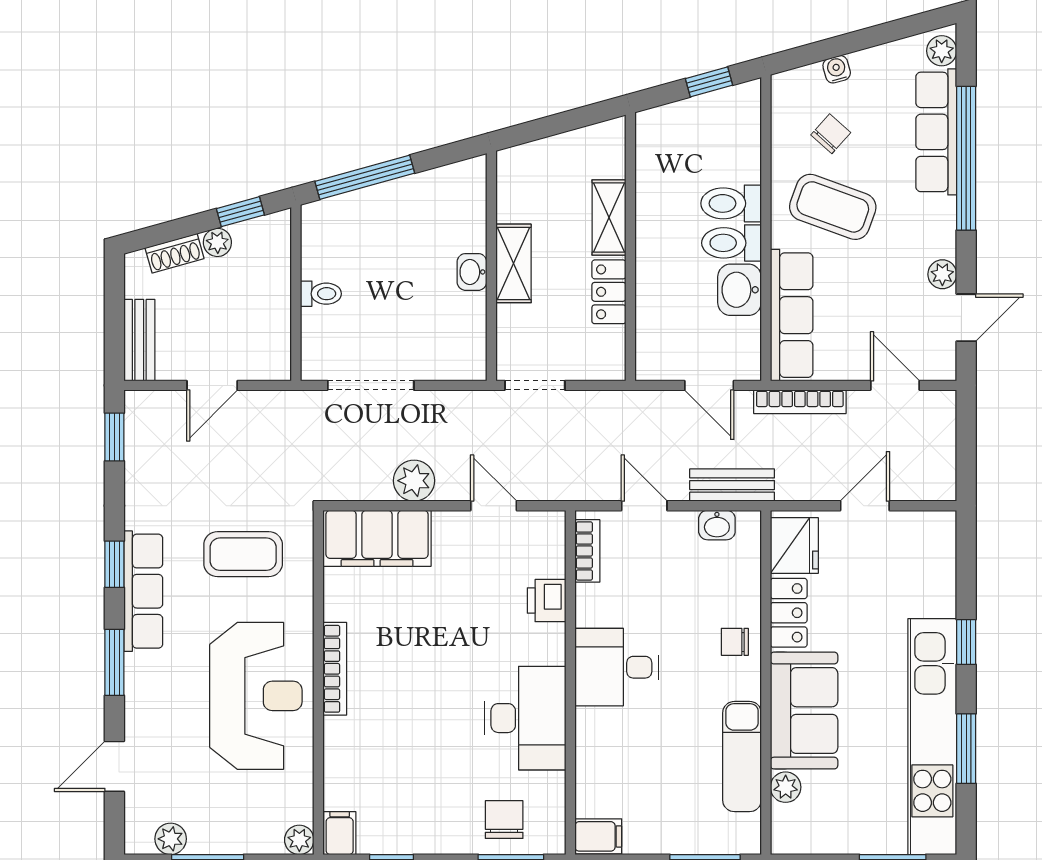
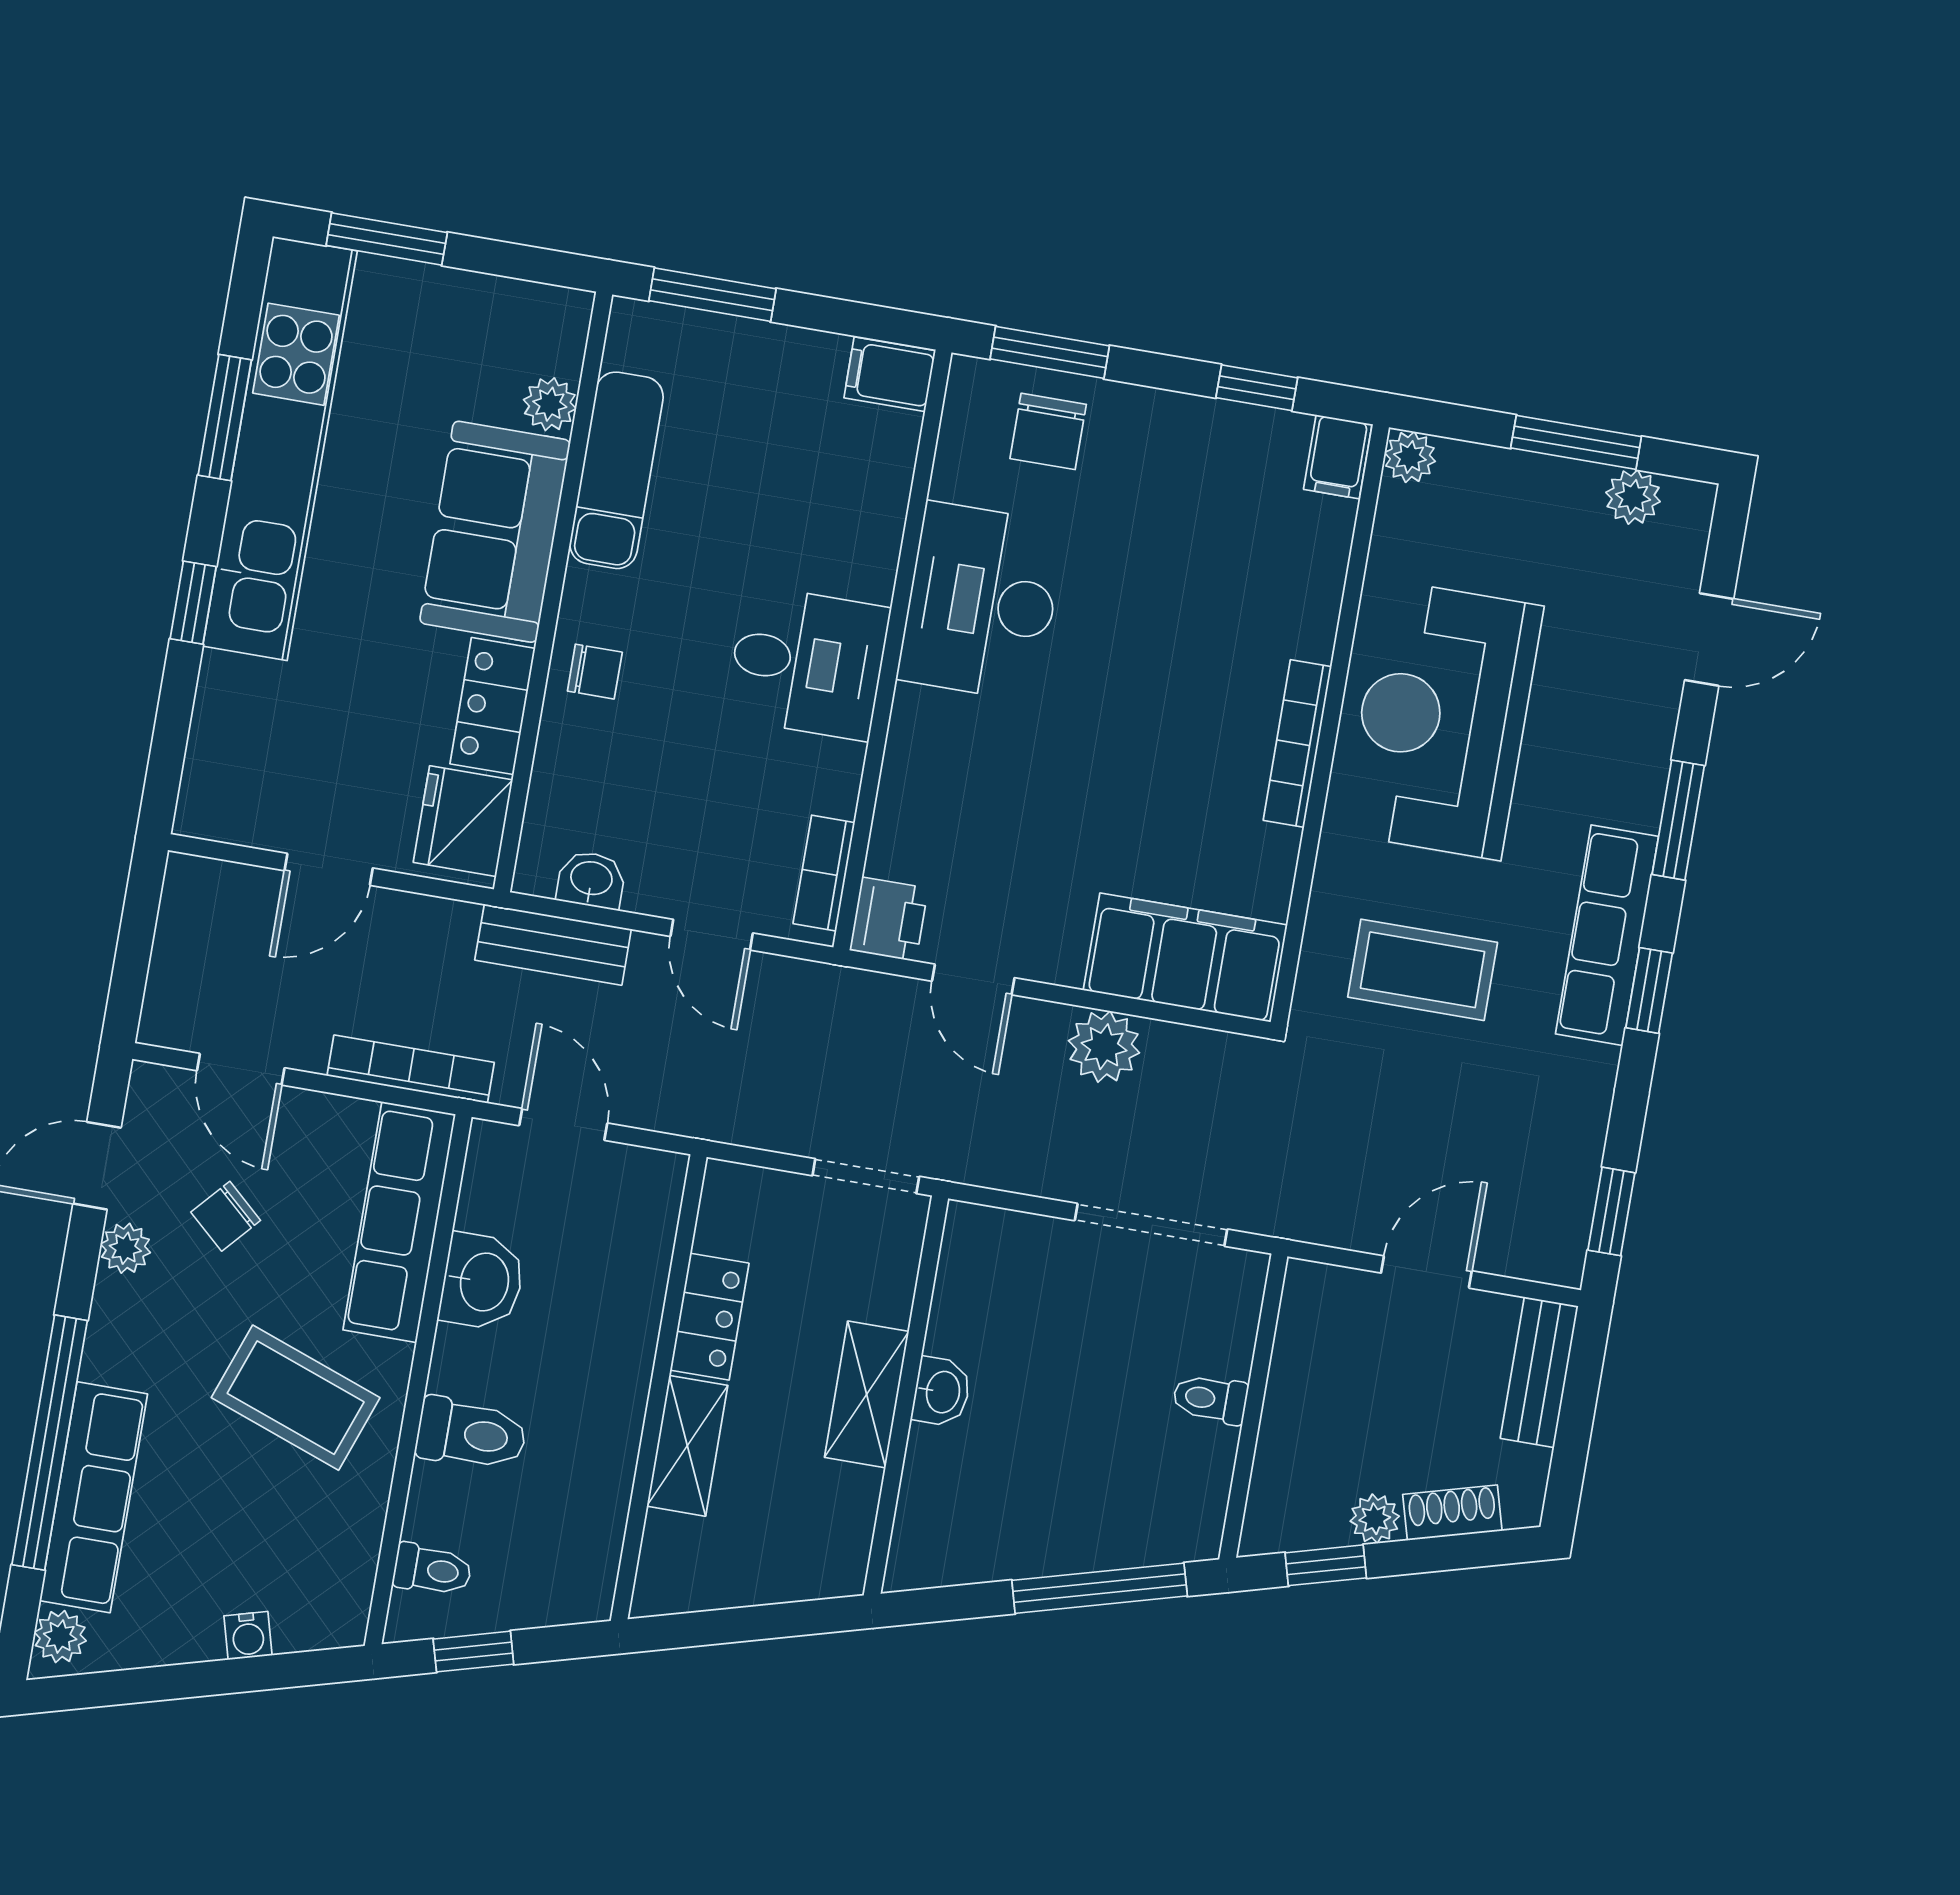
chair: (831, 134) -> (226, 1216), moved
toilet: (731, 243) -> (432, 1570), moved, width x0.73, depth x0.72
printer: (547, 601) -> (889, 919), moved

